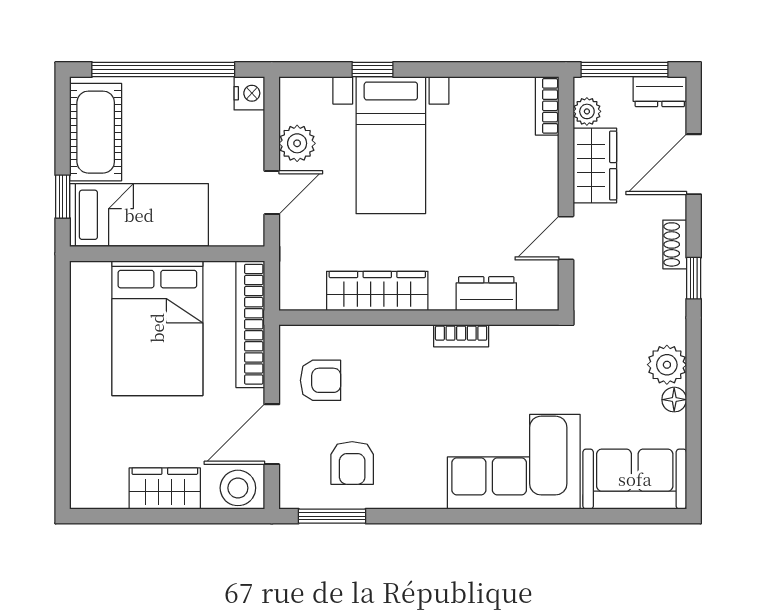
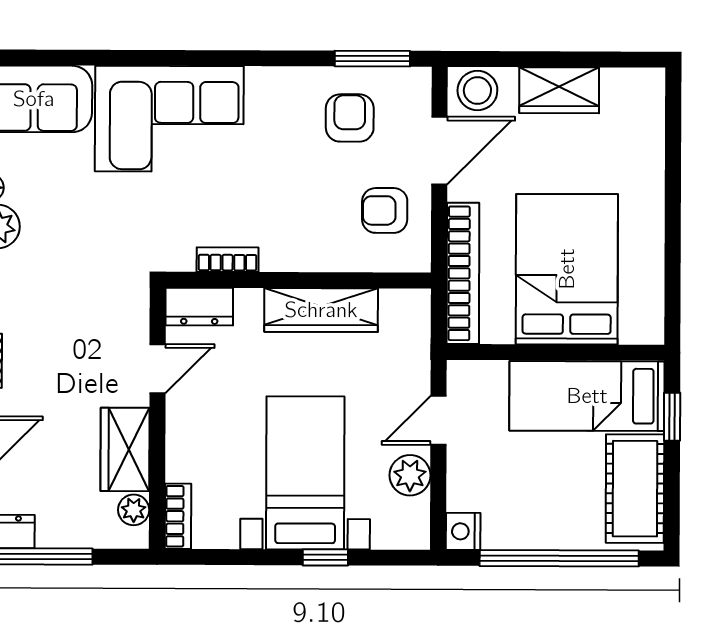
bookcase: (547, 106) -> (178, 516), moved
plant: (587, 111) -> (134, 510), moved
wardrobe: (595, 166) -> (125, 449), moved
wall: (566, 194) -> (157, 418), moved
door: (566, 238) -> (158, 369), moved

